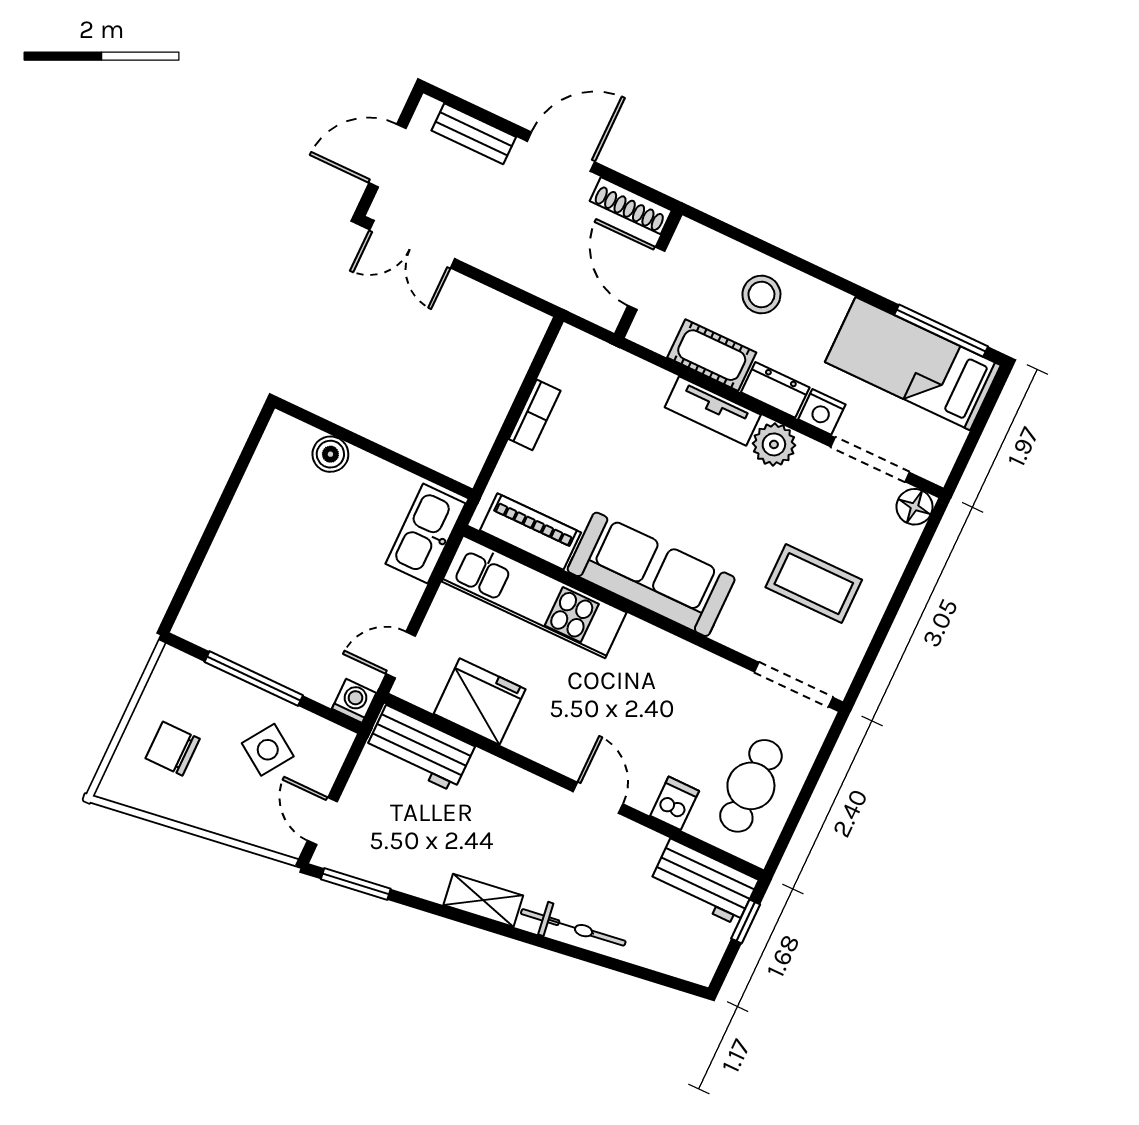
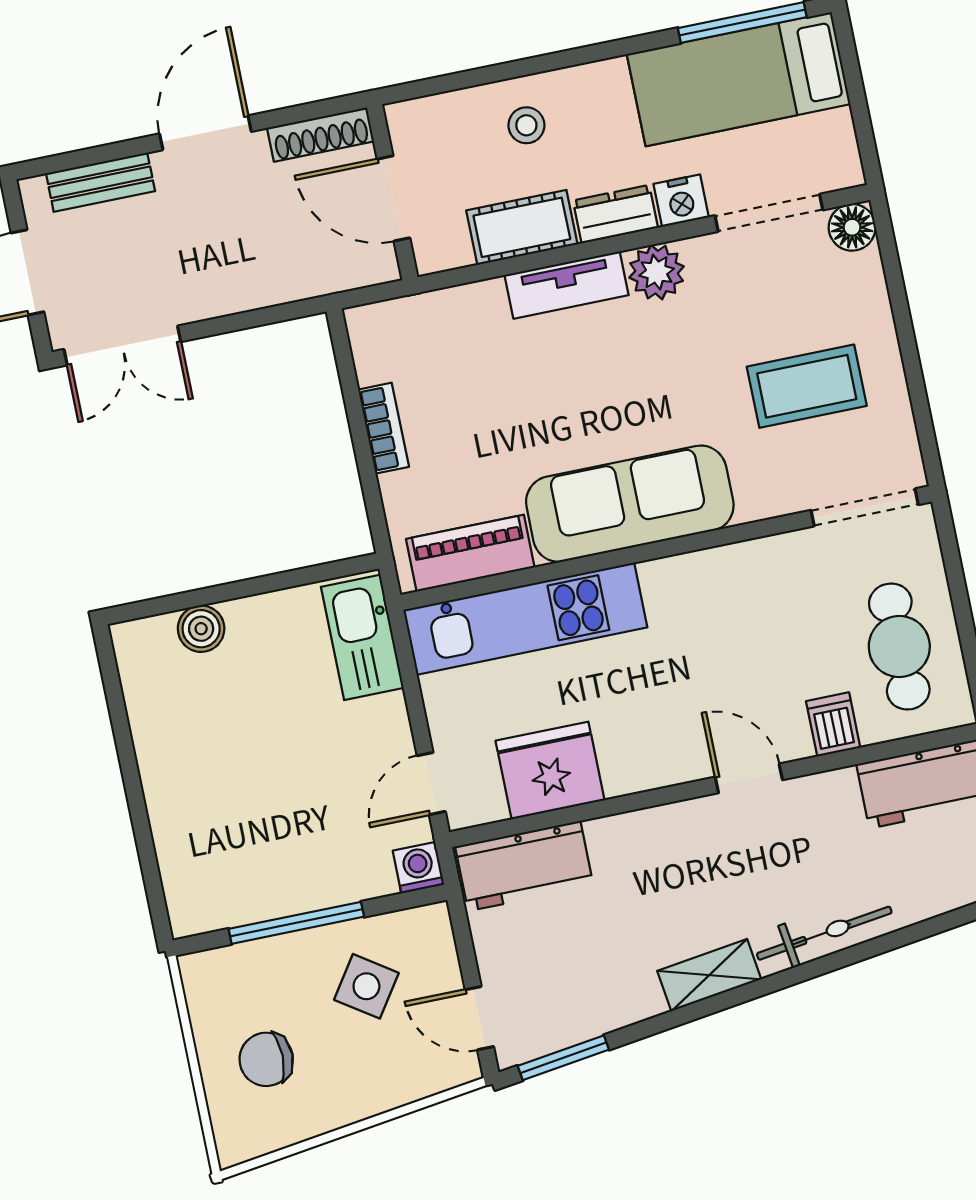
stool: (761, 294) -> (526, 125), width x0.73, depth x0.73

